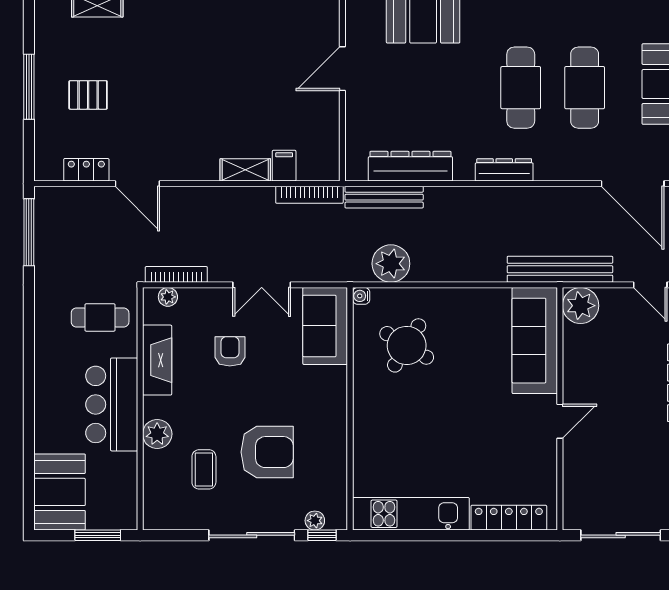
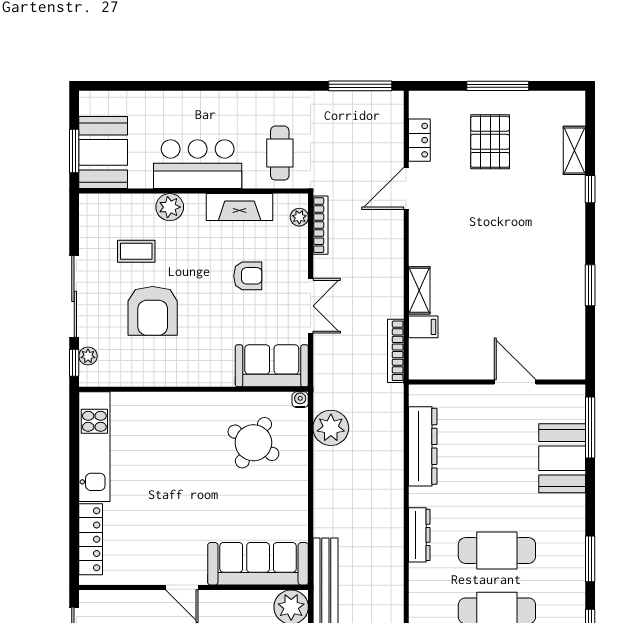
pallet: (88, 95) -> (490, 142), width x1.50, depth x1.42
bench: (384, 197) -> (393, 421), removed
double door: (262, 285) -> (311, 306), swing flipped
booth: (60, 492) -> (103, 152), moved, turned 90

